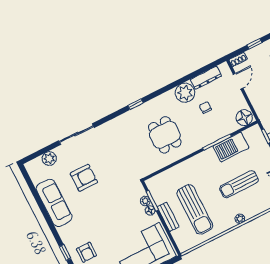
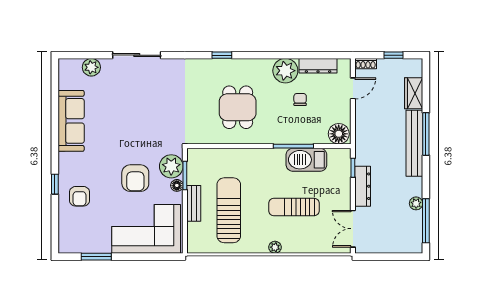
armchair: (84, 178) -> (135, 178), moved, turned 90
plant: (145, 201) -> (171, 166), width x1.87, depth x1.87
sun lounger: (195, 209) -> (229, 210), turned 180

